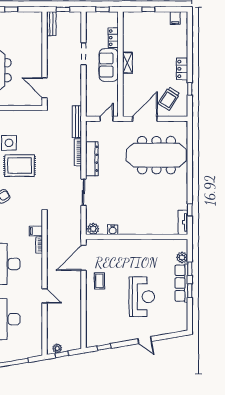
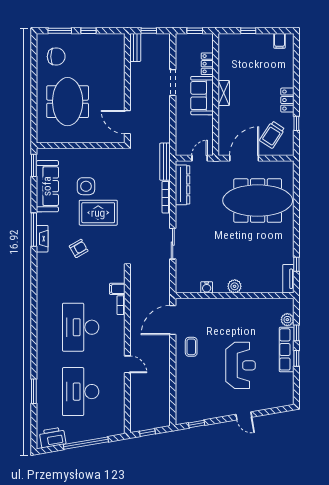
dresser: (92, 159) -> (182, 185), moved
plant: (93, 229) -> (235, 286), moved
plant: (57, 348) -> (142, 425), removed

